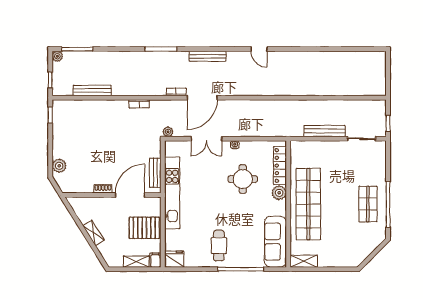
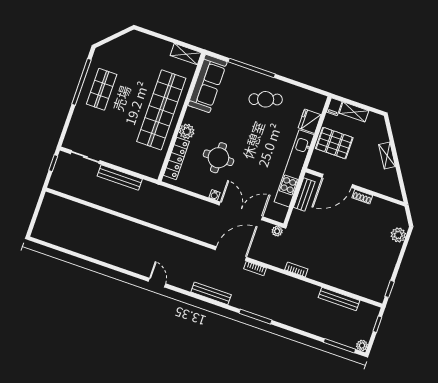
double door: (206, 139) -> (241, 211), width x1.37
cafe table: (219, 246) -> (266, 99), turned 72
fridge: (174, 259) -> (310, 121), moved, turned 90

